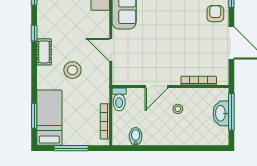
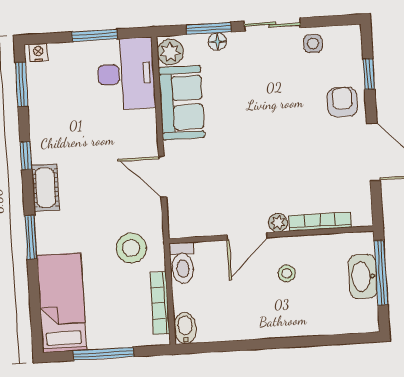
stool: (72, 70) -> (131, 248), moved
plant: (175, 80) -> (278, 223), added
window: (34, 116) -> (31, 237), moved
bidet: (136, 136) -> (185, 328), moved

